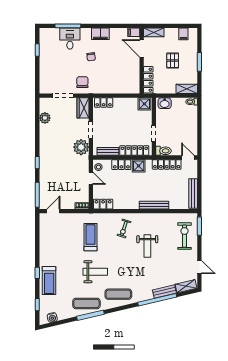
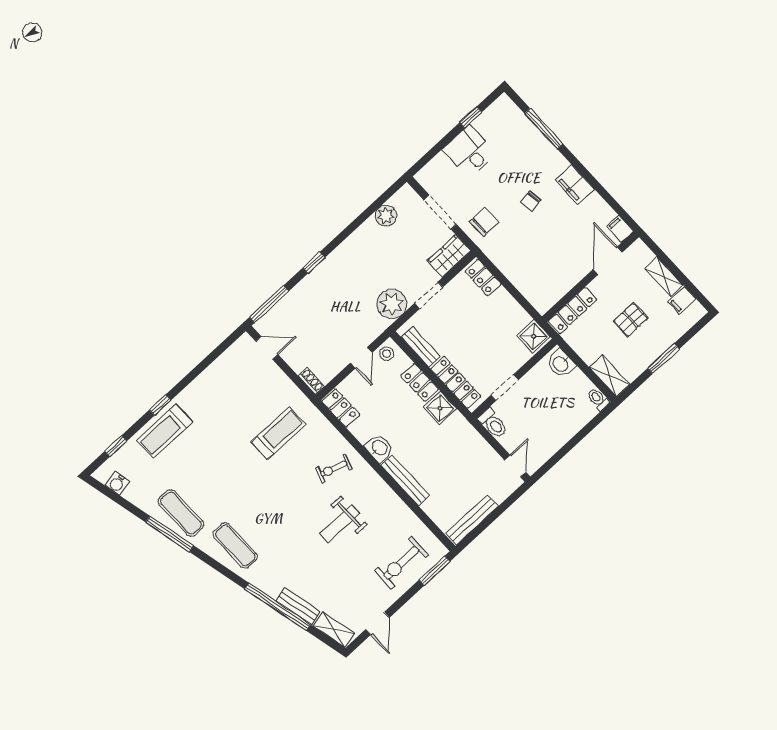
shelving: (154, 32) -> (664, 277), moved
desk: (70, 39) -> (469, 152), moved, turned -90
locker: (167, 164) -> (478, 445), removed
washbasin: (132, 204) -> (379, 448), added
exercise bike: (184, 236) -> (401, 563), turned 180
weight bench: (95, 272) -> (236, 484), removed

